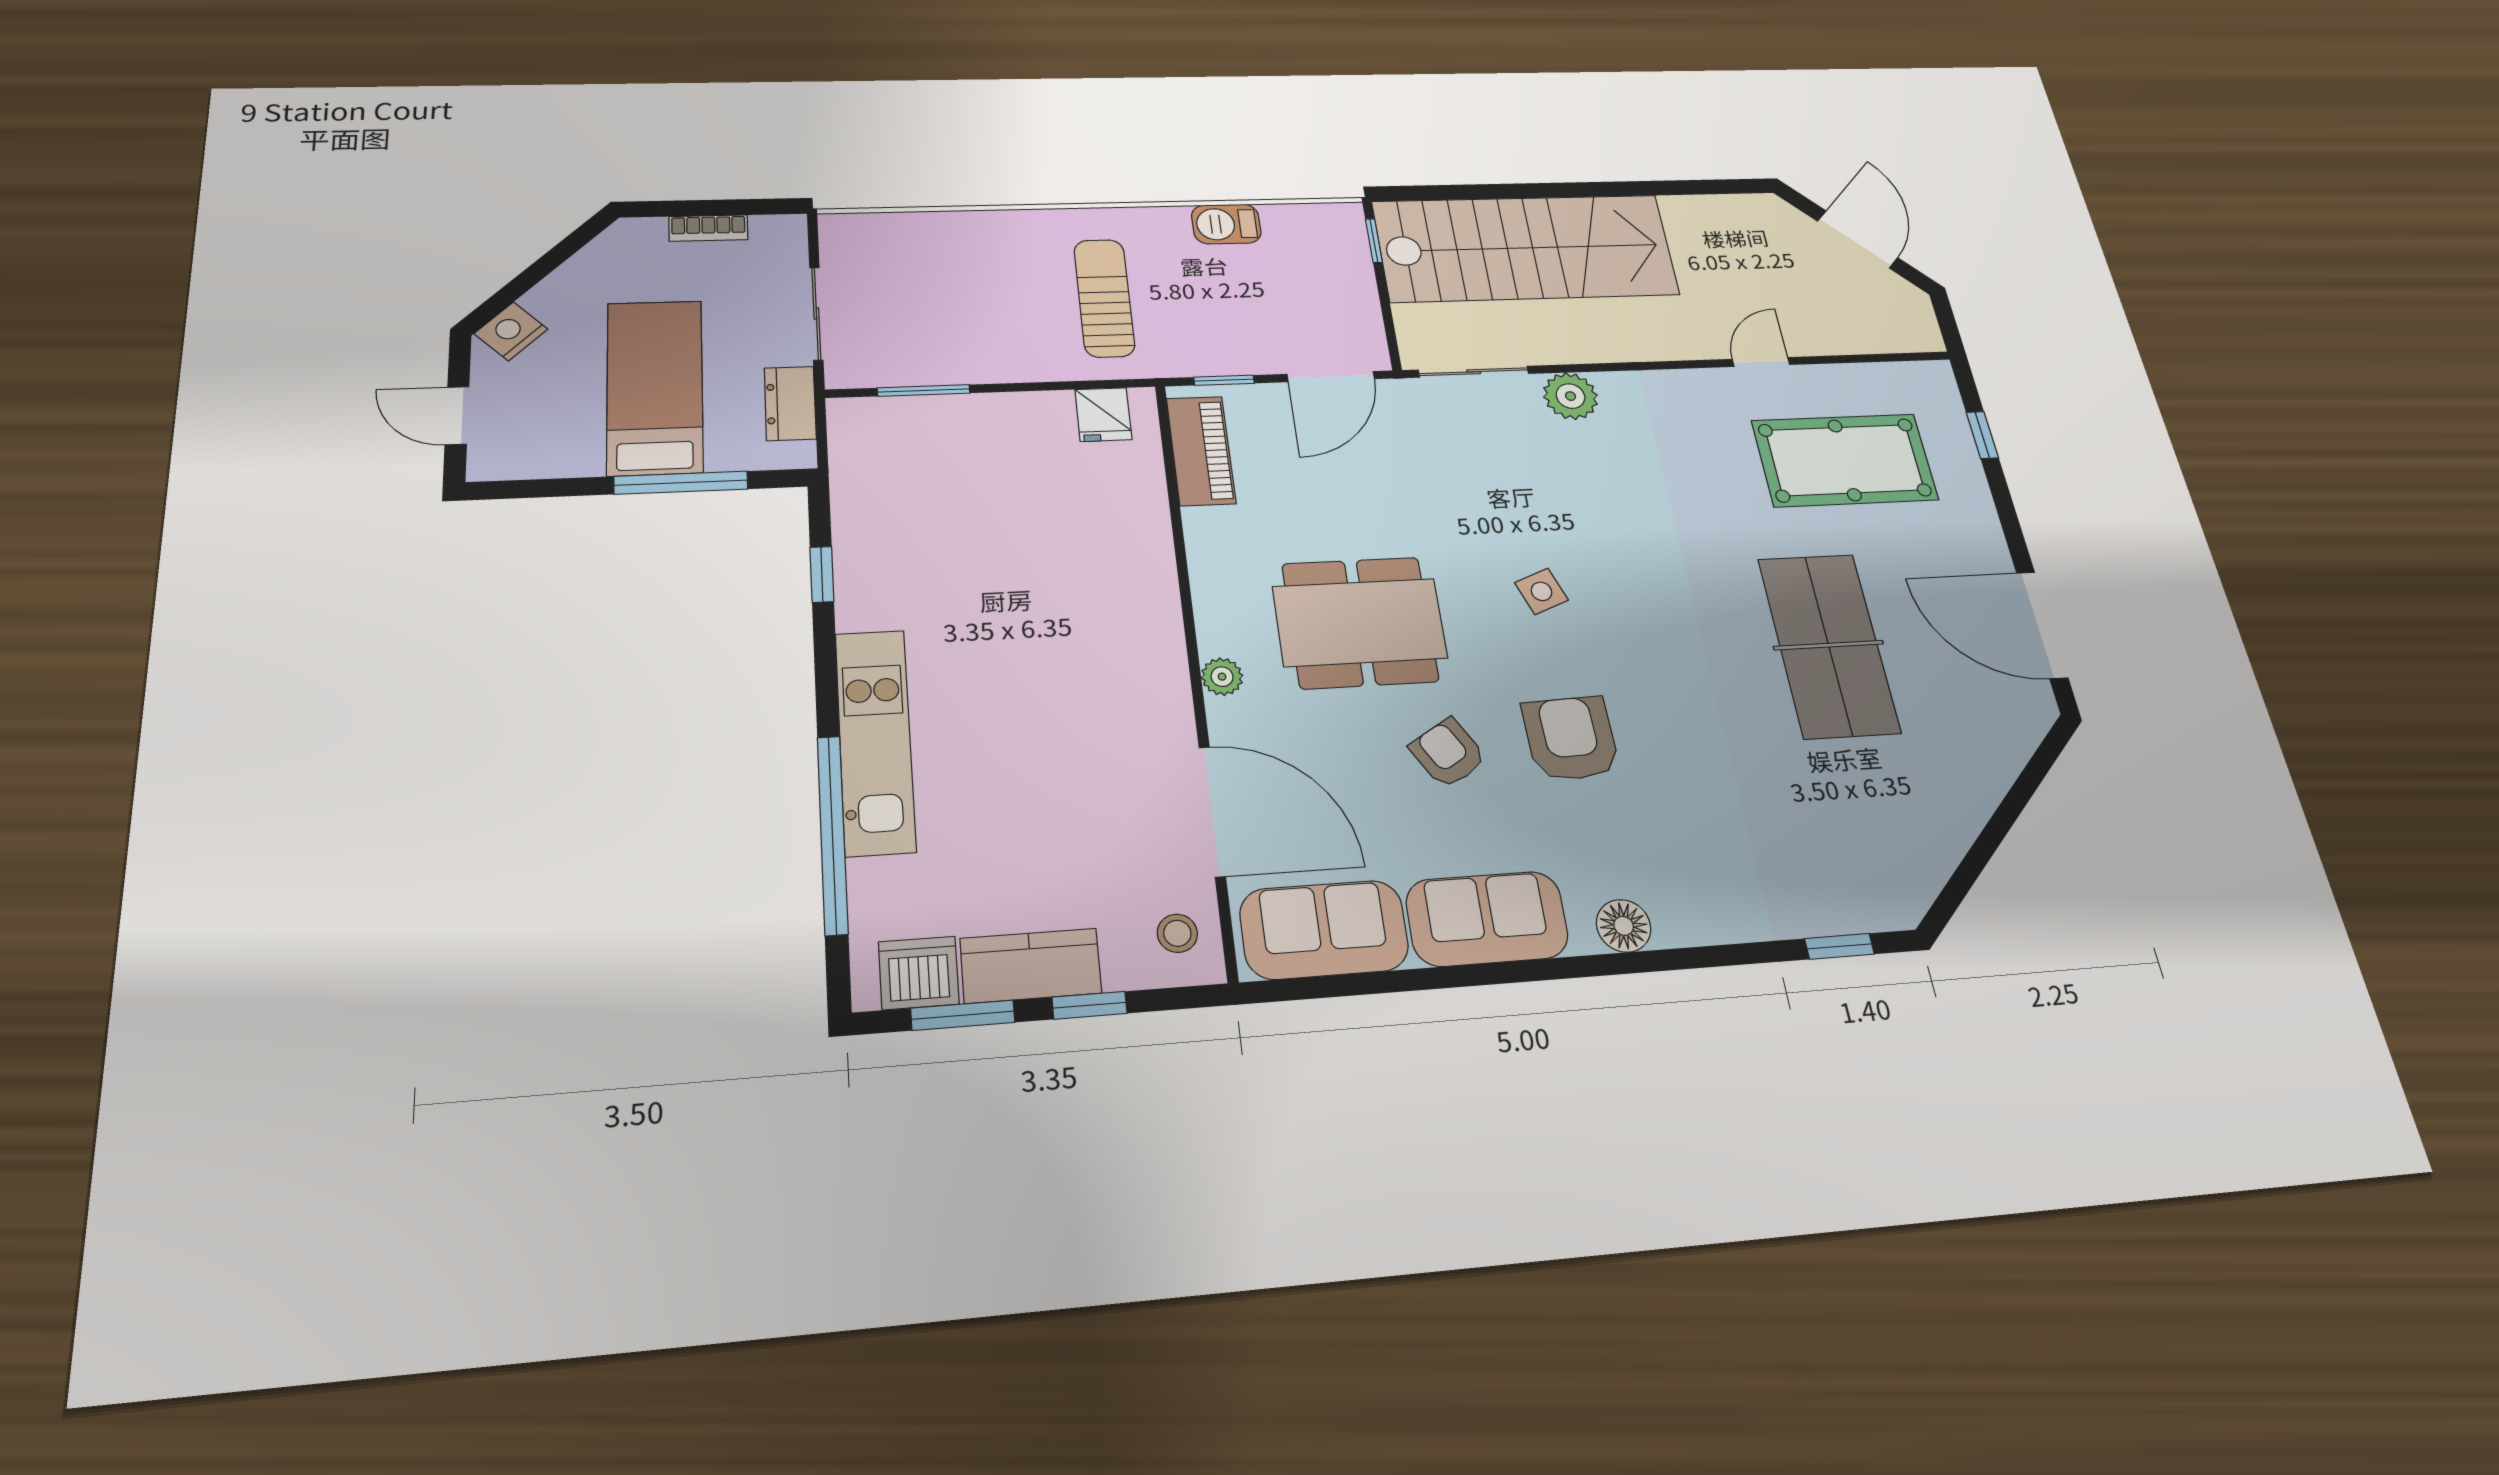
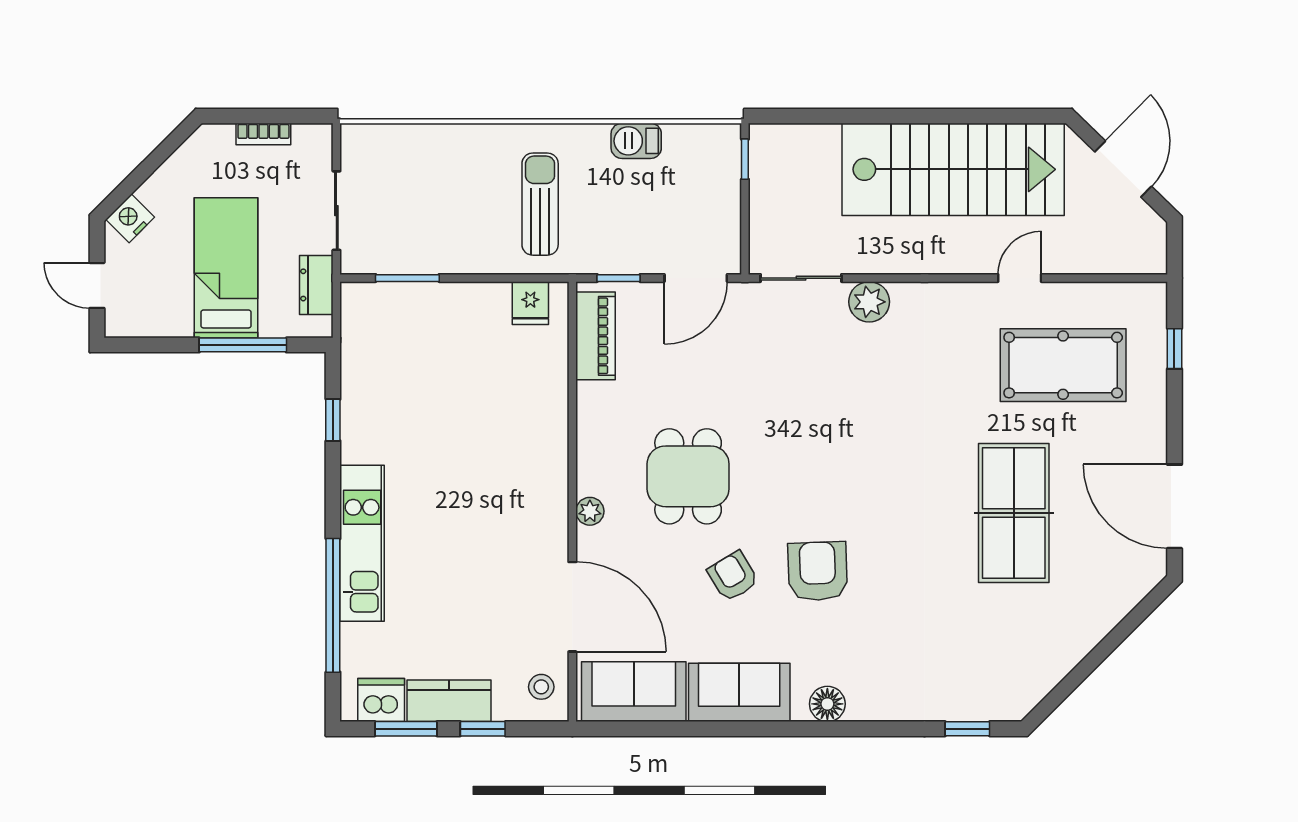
stairs: (1525, 248) -> (953, 169), moved
side table: (1541, 591) -> (818, 460), removed
dining table: (1360, 622) -> (688, 476), width x0.73

